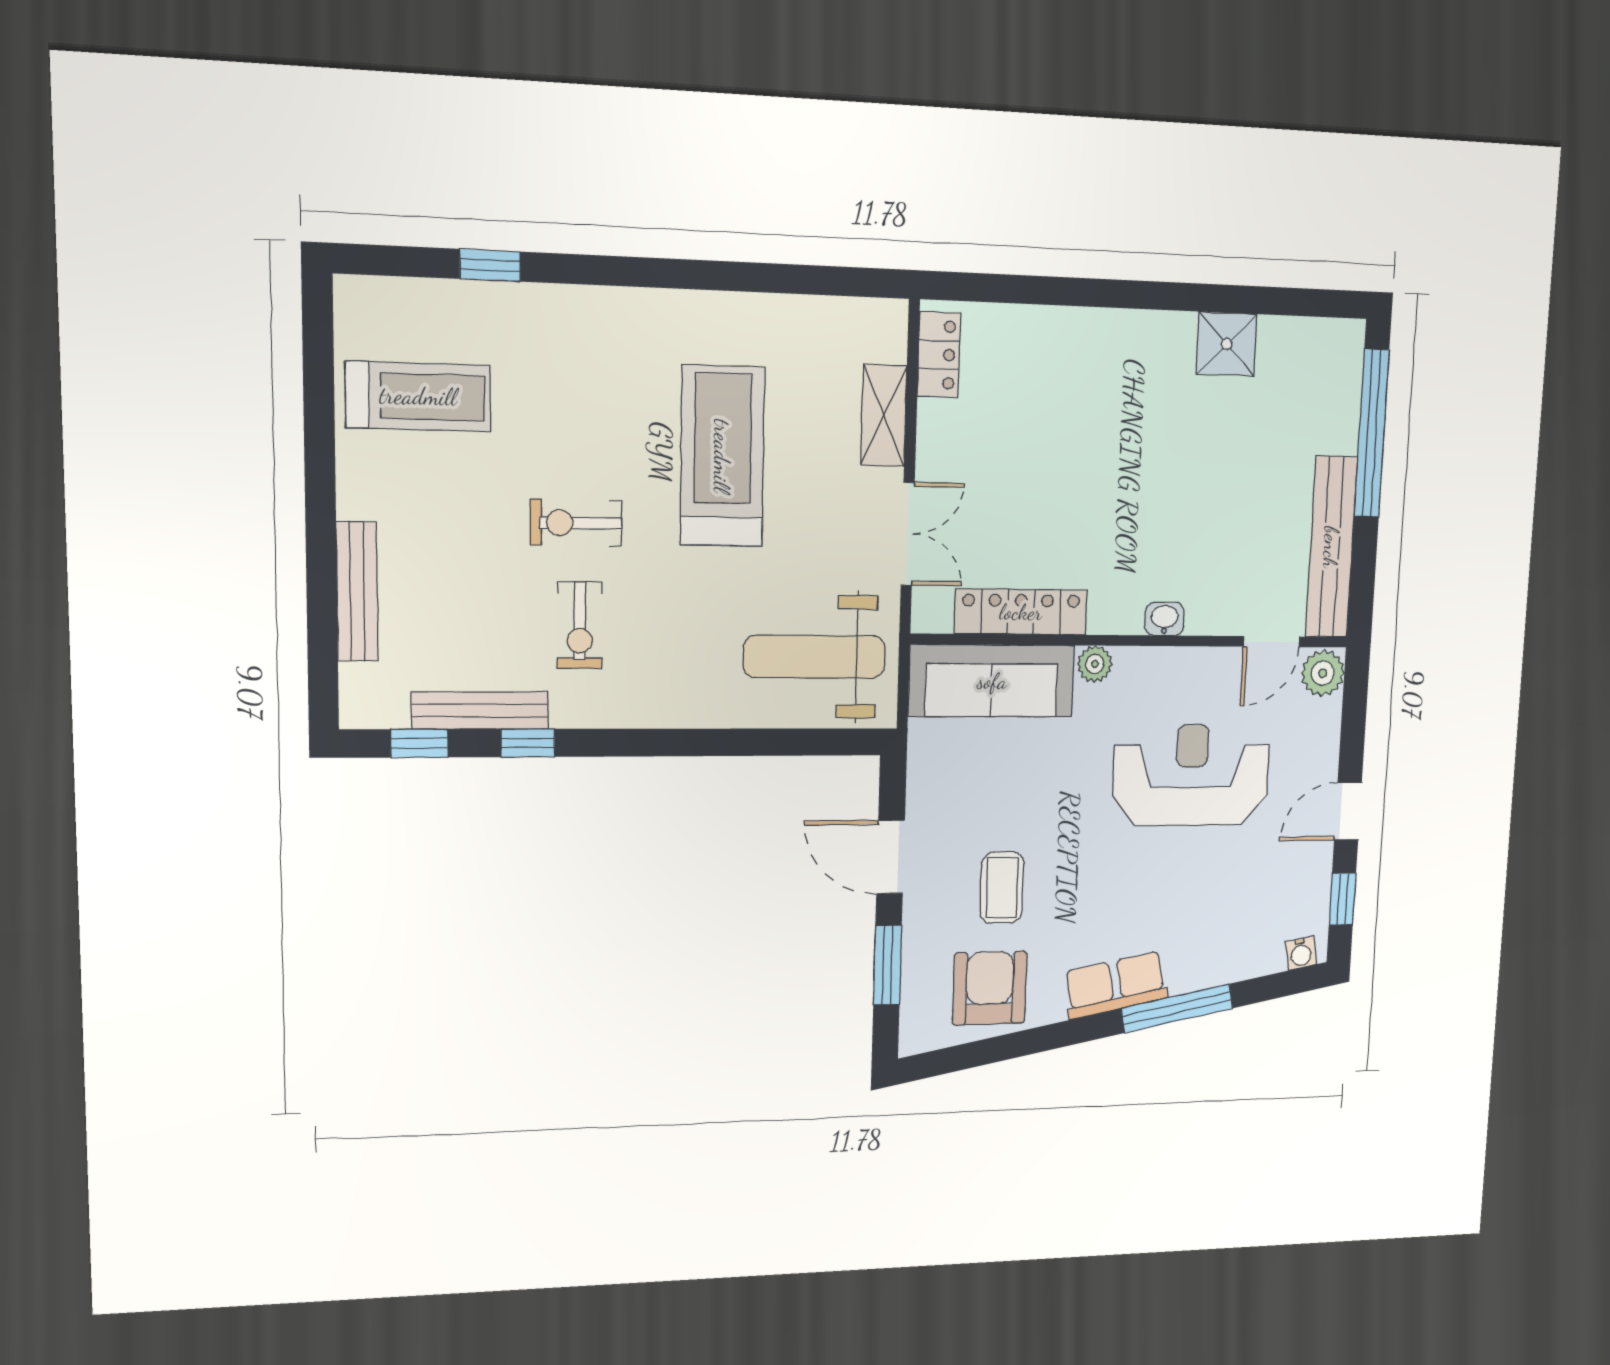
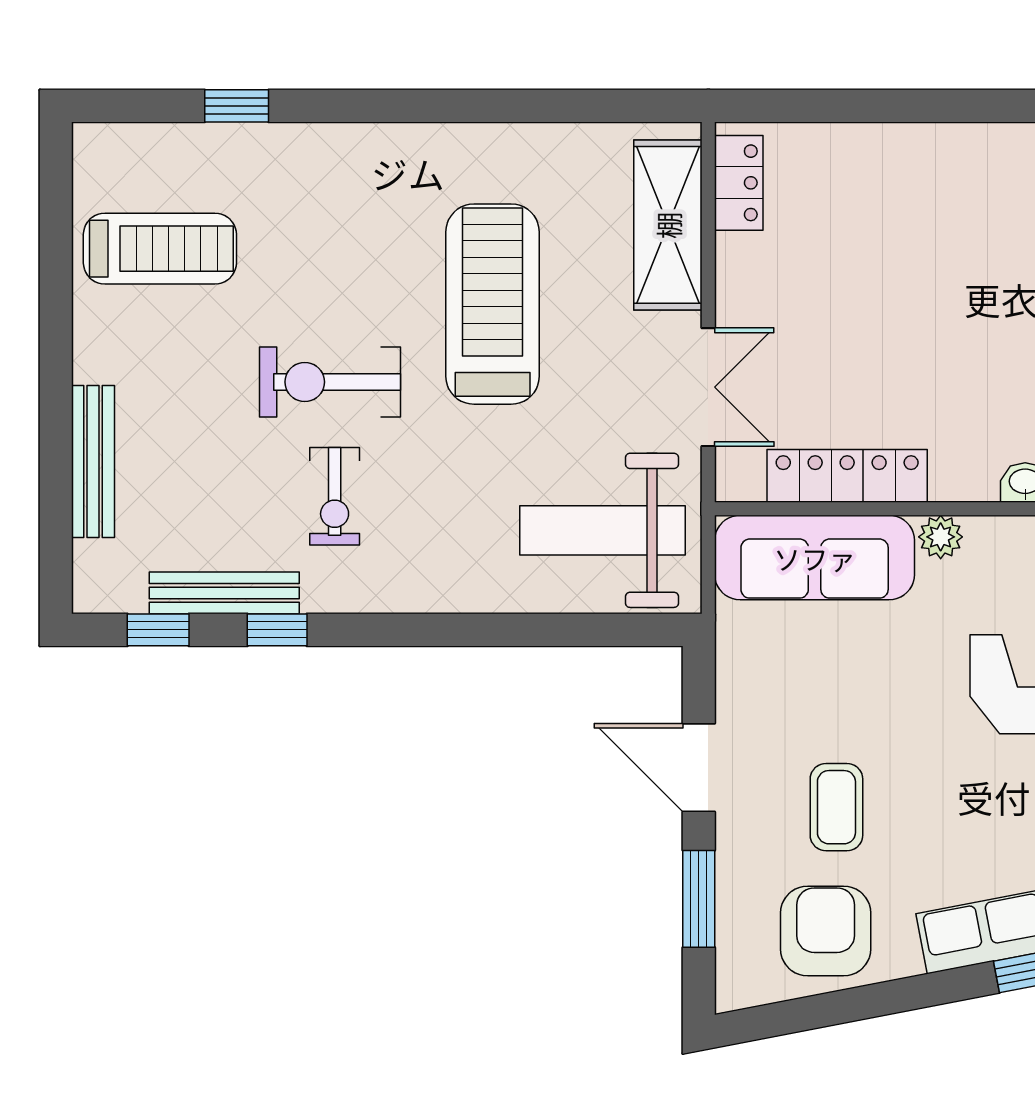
shelving: (884, 416) -> (668, 225), width x1.50, depth x1.33
exercise bike: (576, 523) -> (330, 382), width x1.38, depth x1.39

